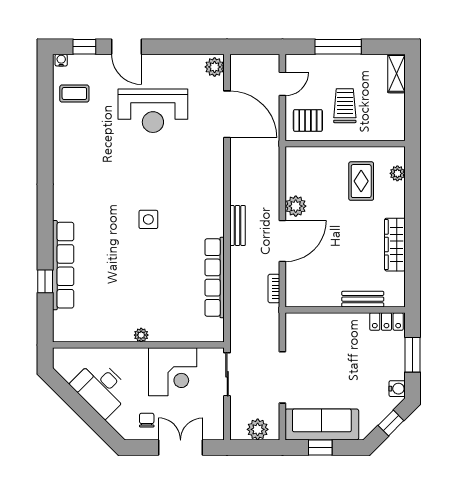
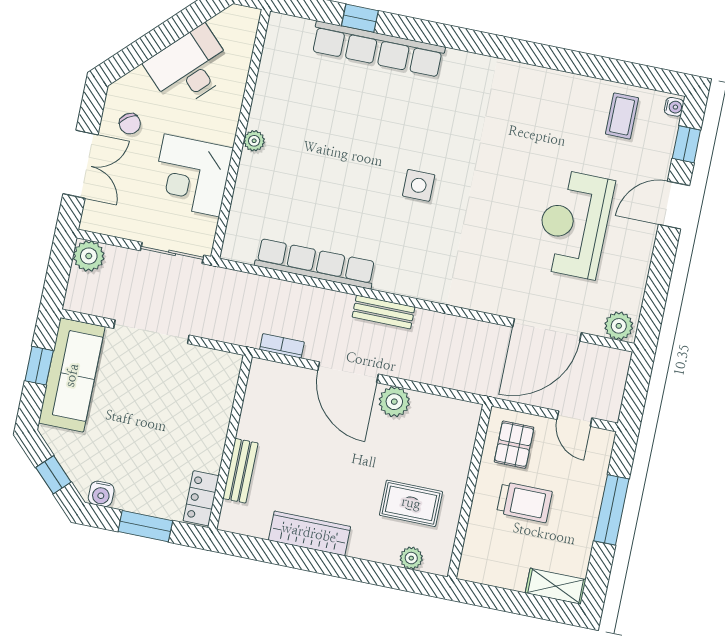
chair: (147, 420) -> (130, 124), turned 55
plant: (258, 429) -> (89, 256), moved

